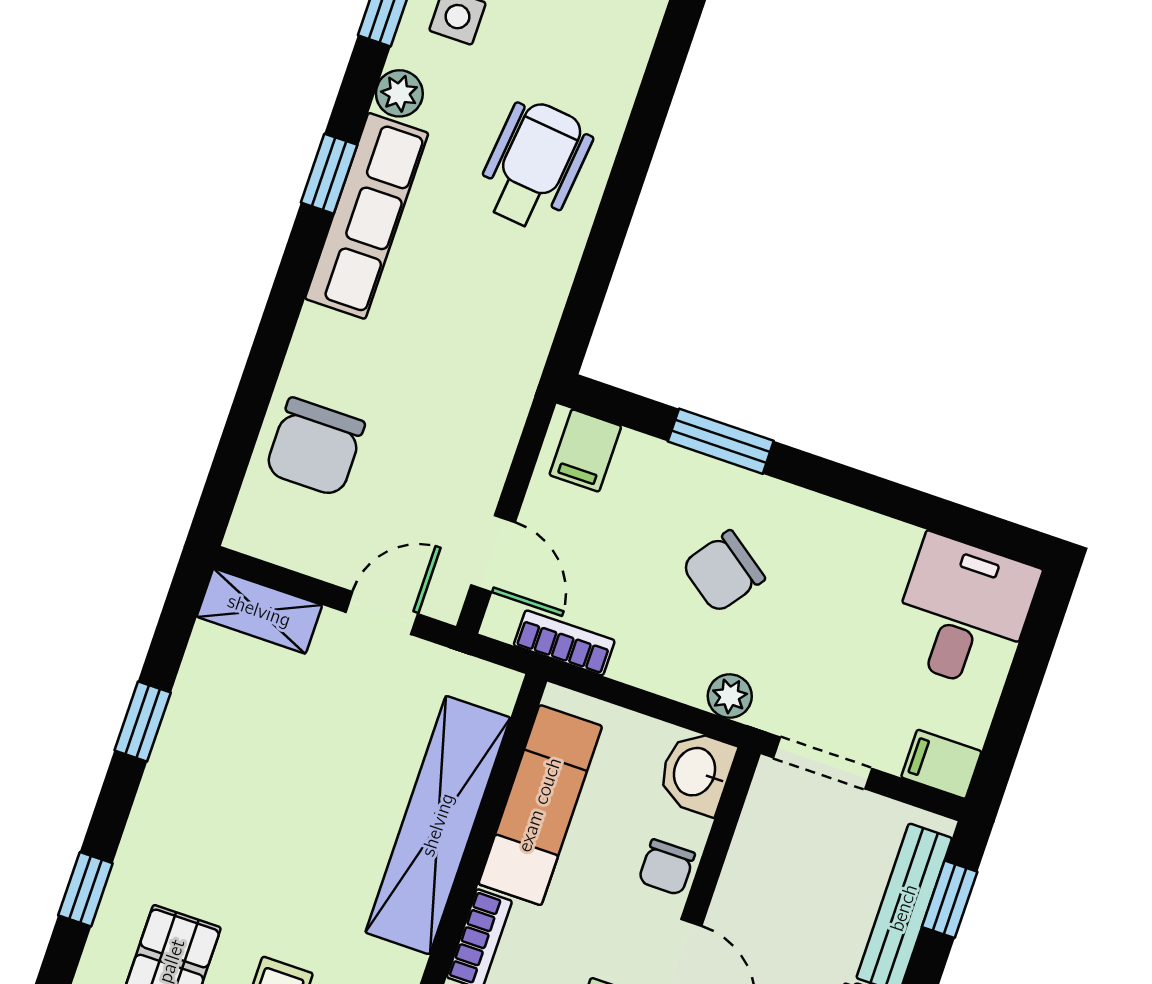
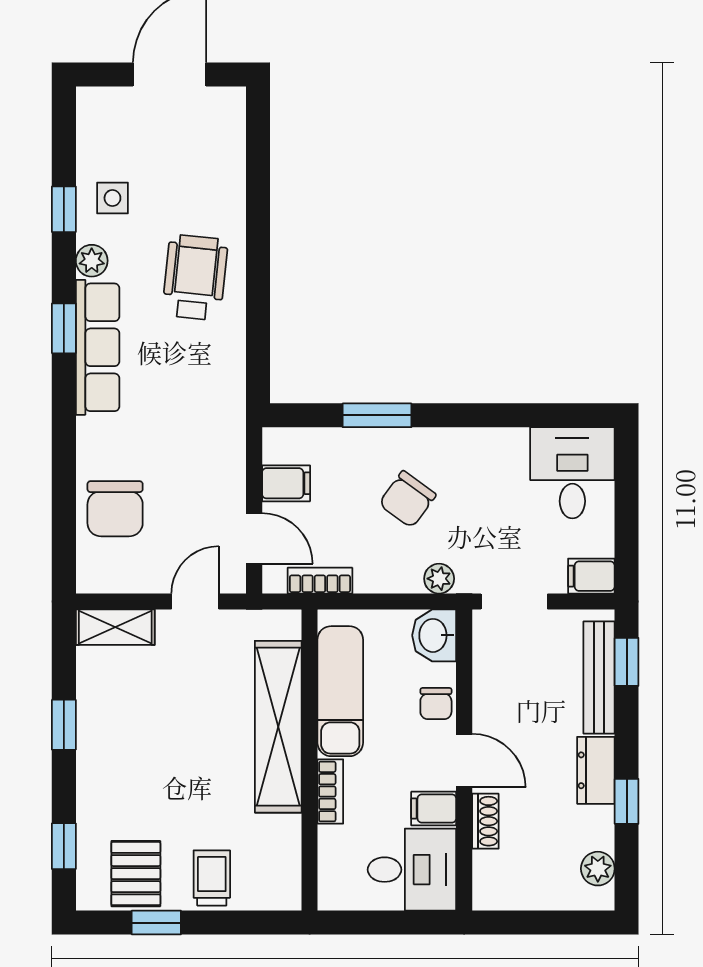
filing cabinet: (585, 450) -> (286, 483), moved, turned -90

